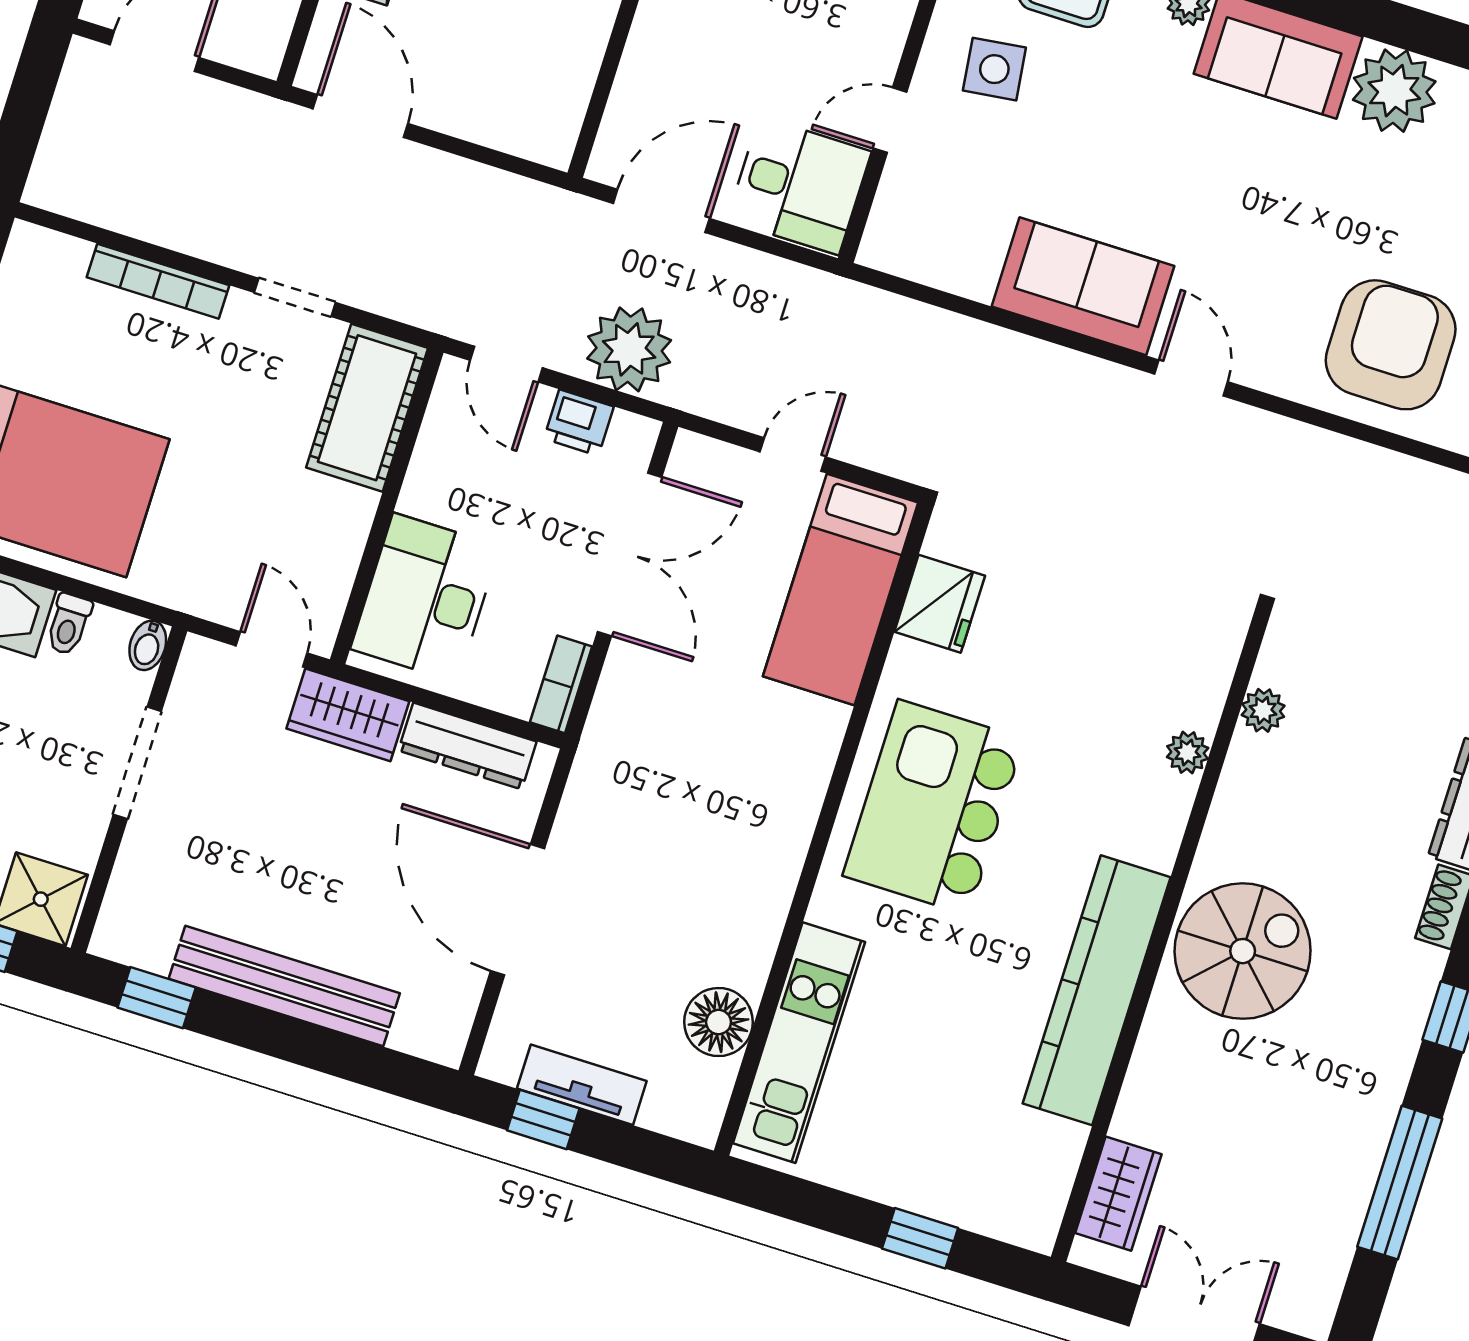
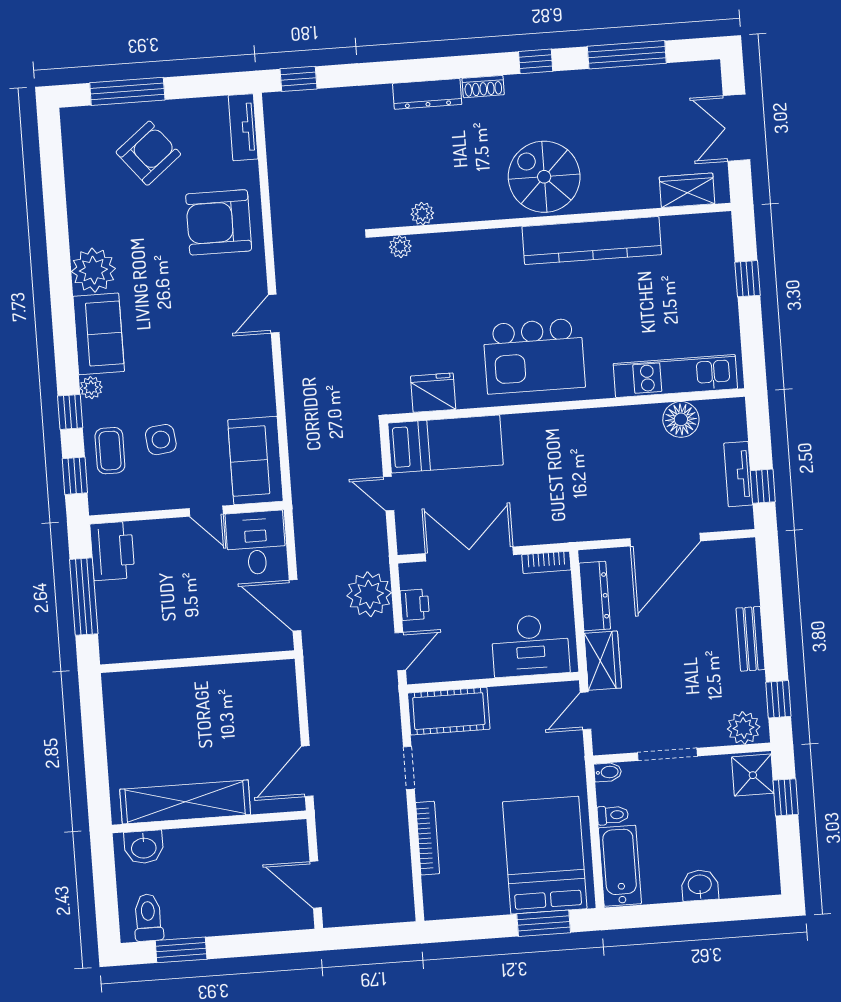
side table: (994, 69) -> (161, 440), moved
sofa: (1083, 286) -> (255, 460), moved
plant: (1188, 753) -> (400, 247), moved
plant: (130, 916) -> (744, 728), added
bench: (284, 986) -> (750, 639), width x0.54, depth x0.82

